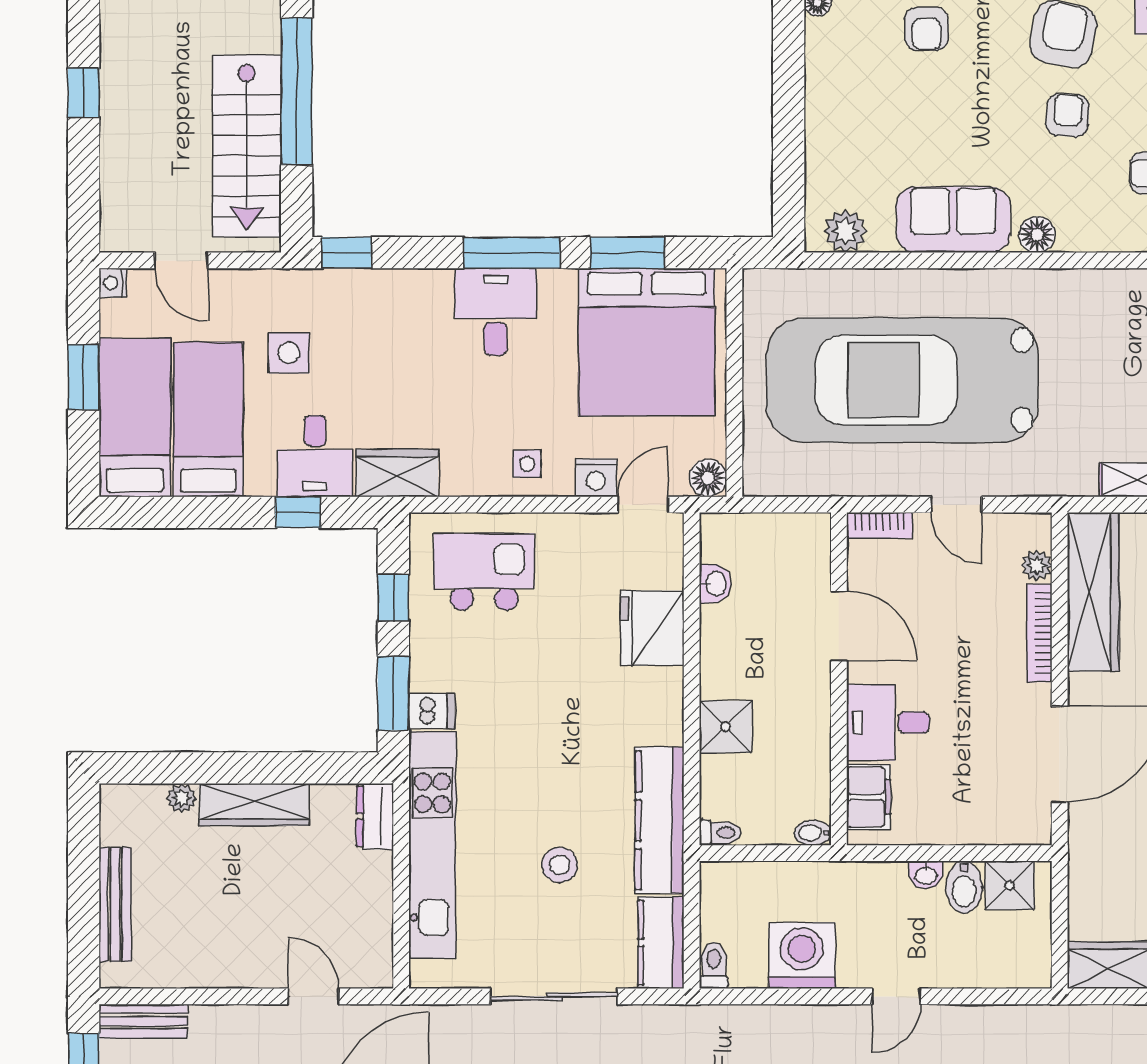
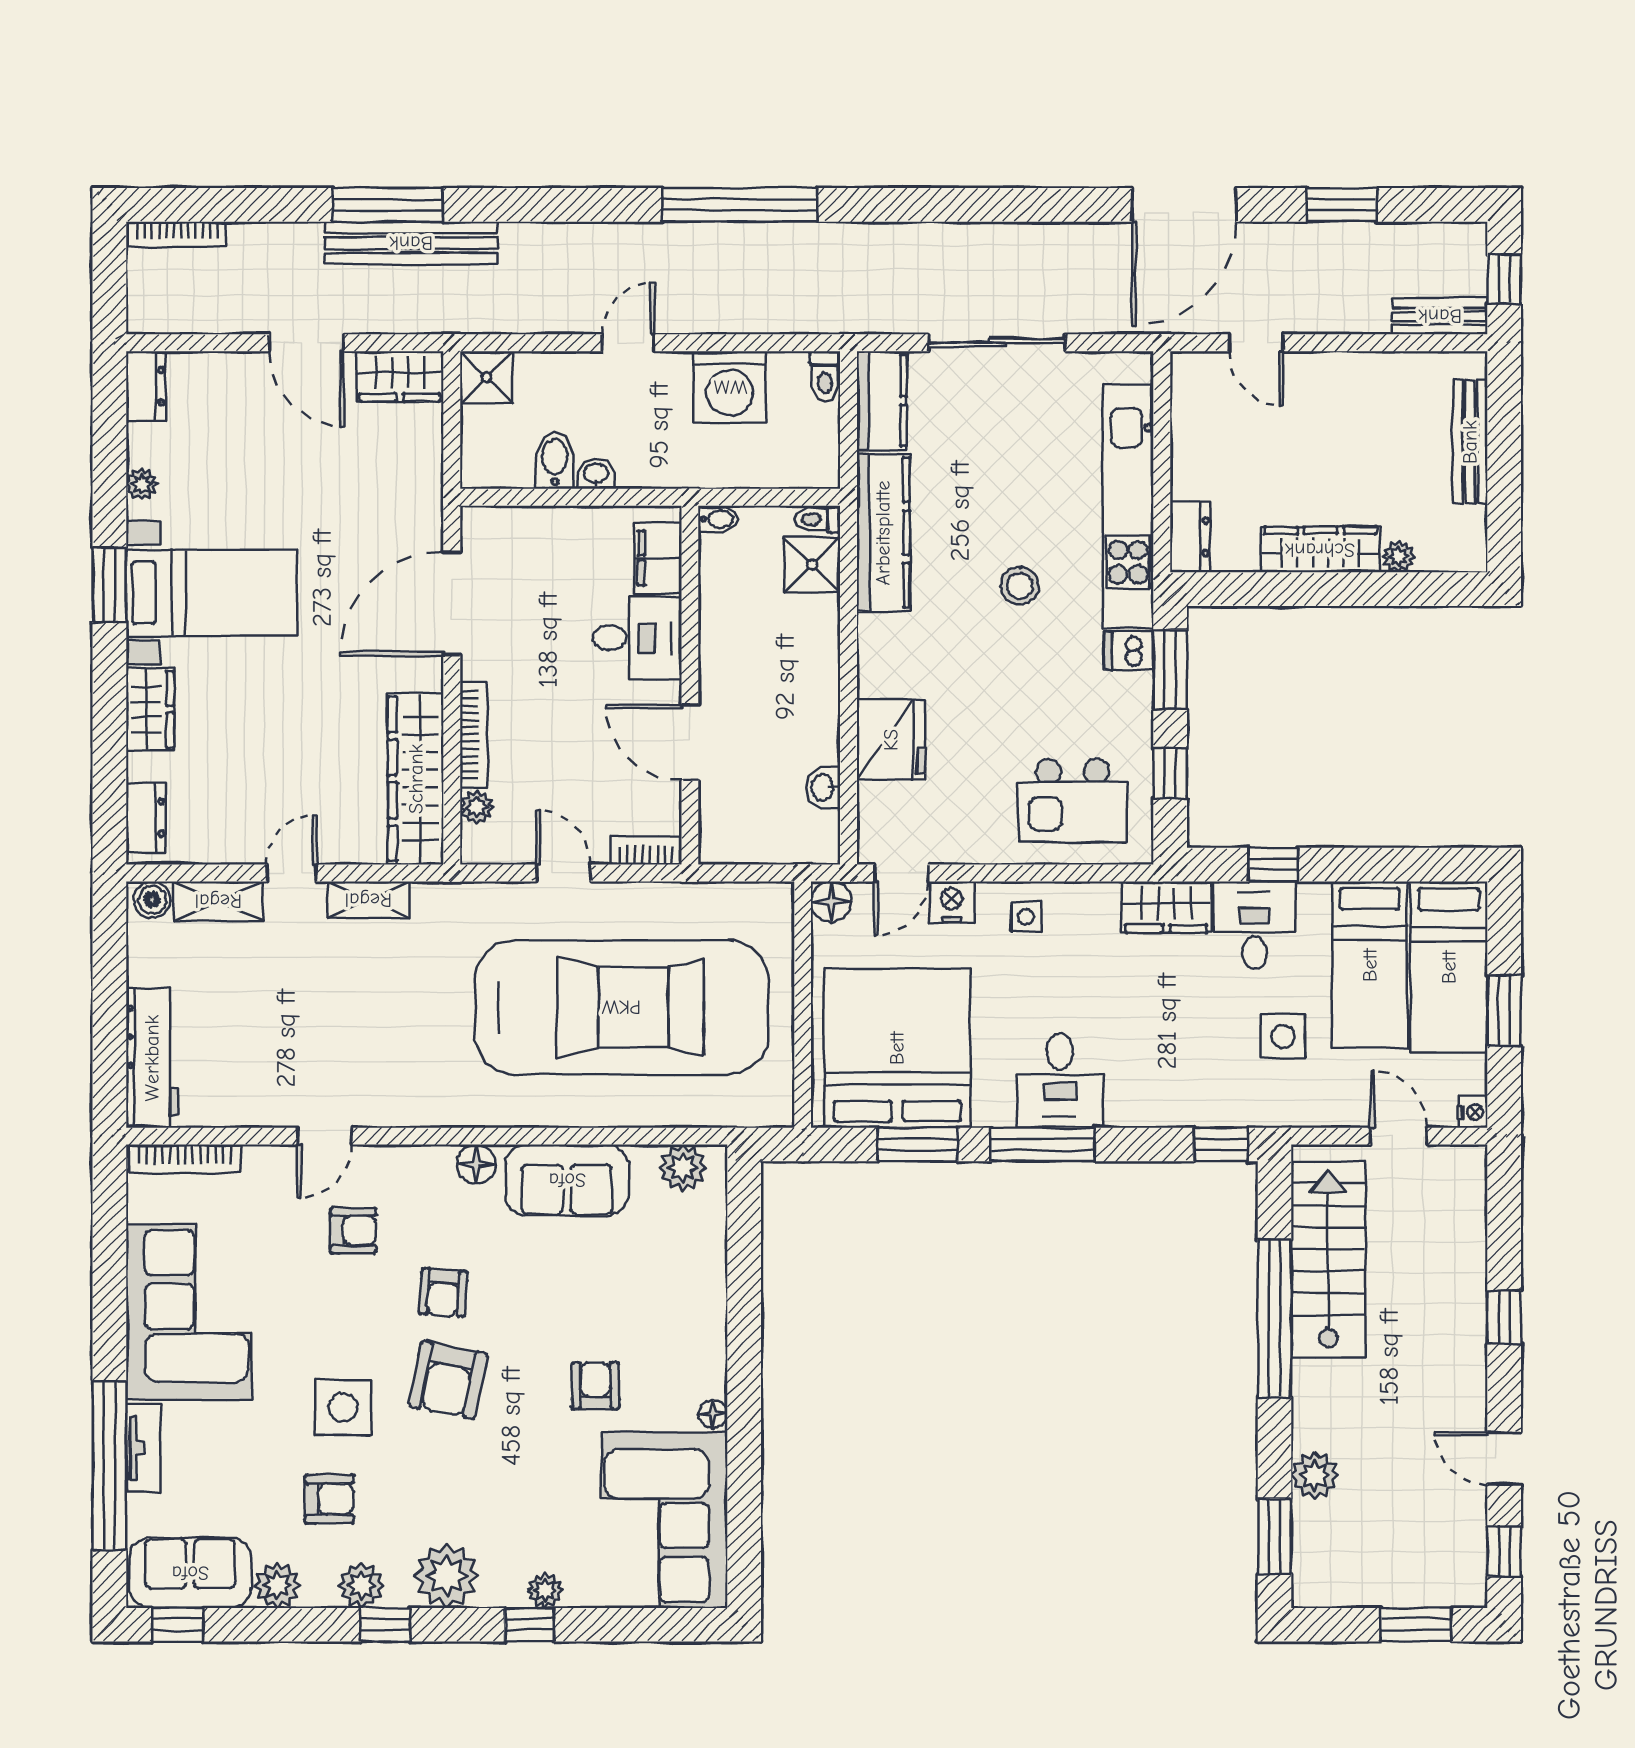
shower: (726, 727) -> (812, 565), moved
stool: (560, 865) -> (1020, 586), moved
shower: (1010, 885) -> (487, 377), moved

